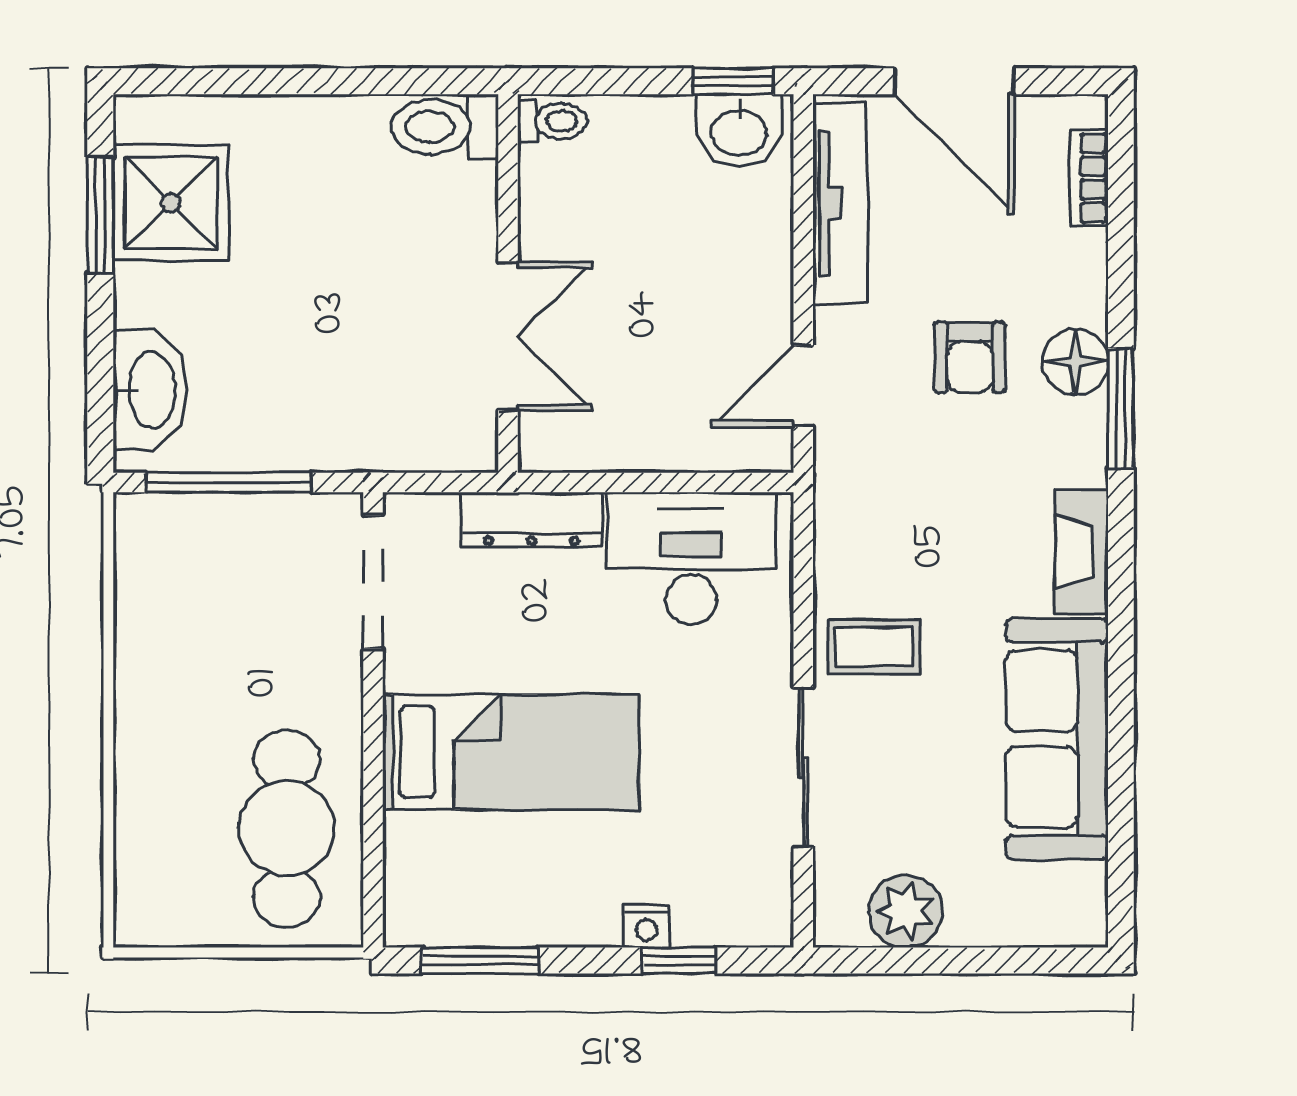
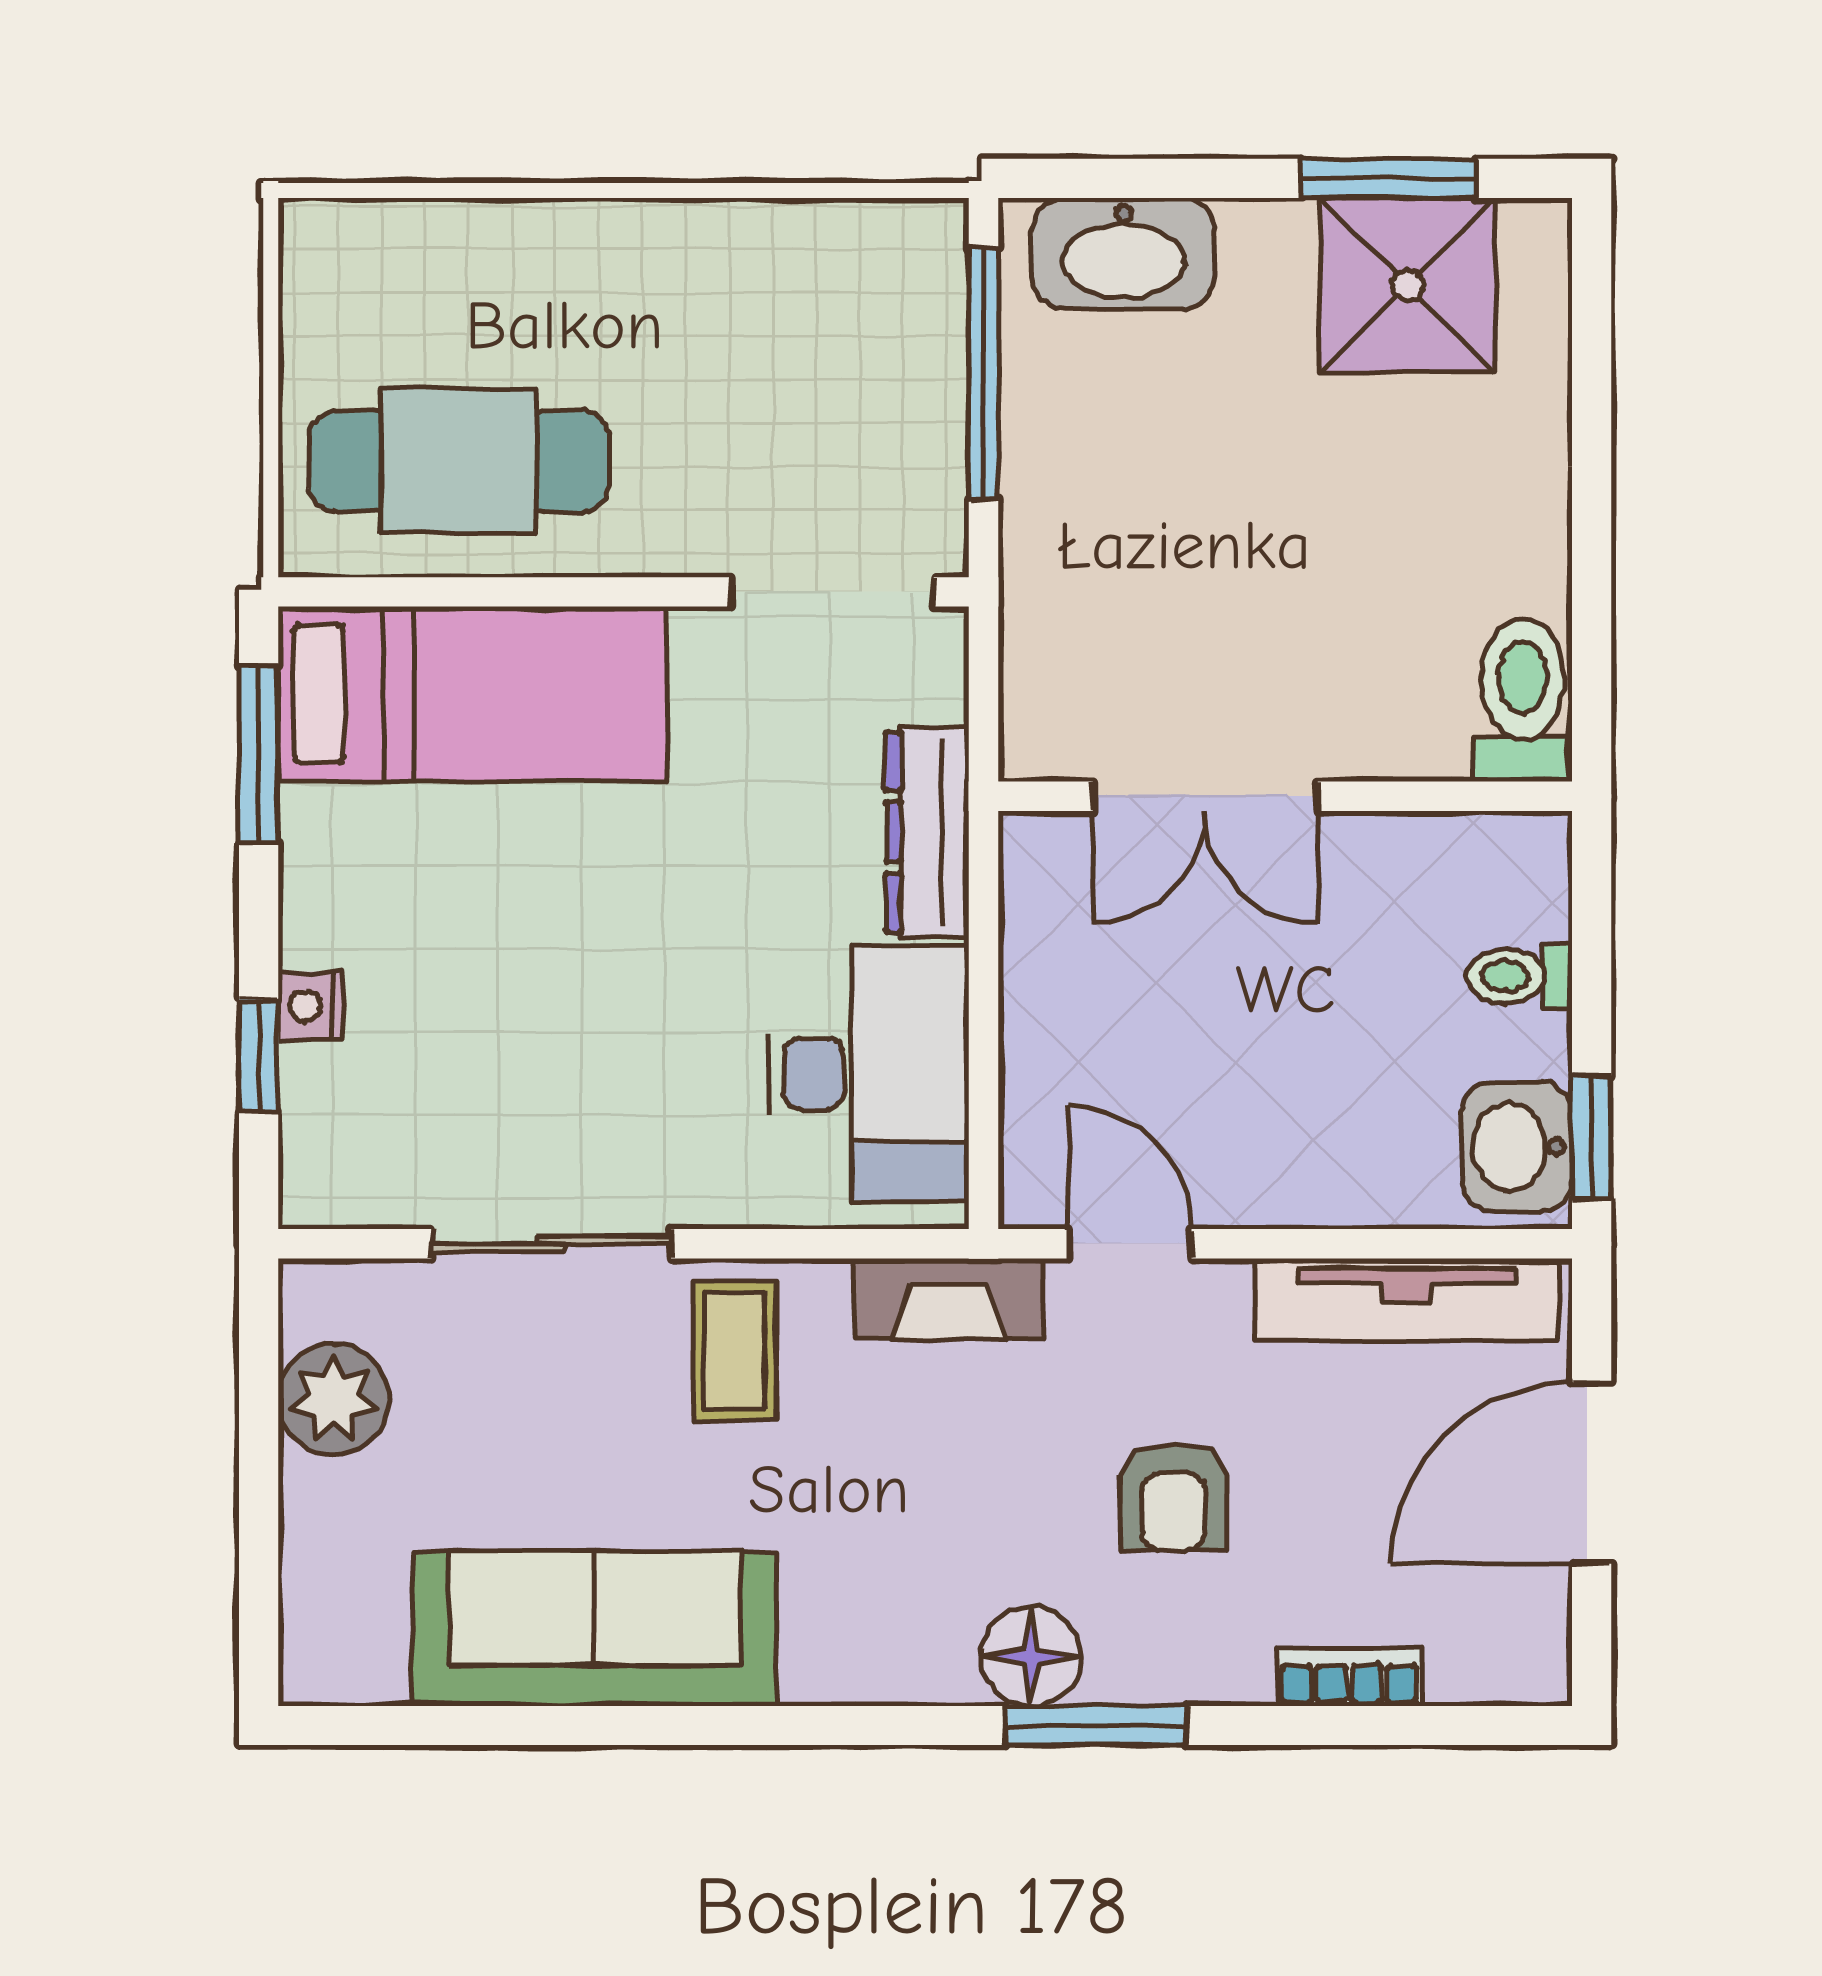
toilet: (552, 121) -> (1520, 976), moved, turned 90
bookcase: (1089, 178) -> (1349, 1677), moved
armchair: (970, 357) -> (1173, 1497), turned -90
floor lamp: (1075, 362) -> (1031, 1656), moved
fireplace: (1081, 551) -> (949, 1299), moved, turned 180
bed: (511, 752) -> (472, 694), moved, turned -90

